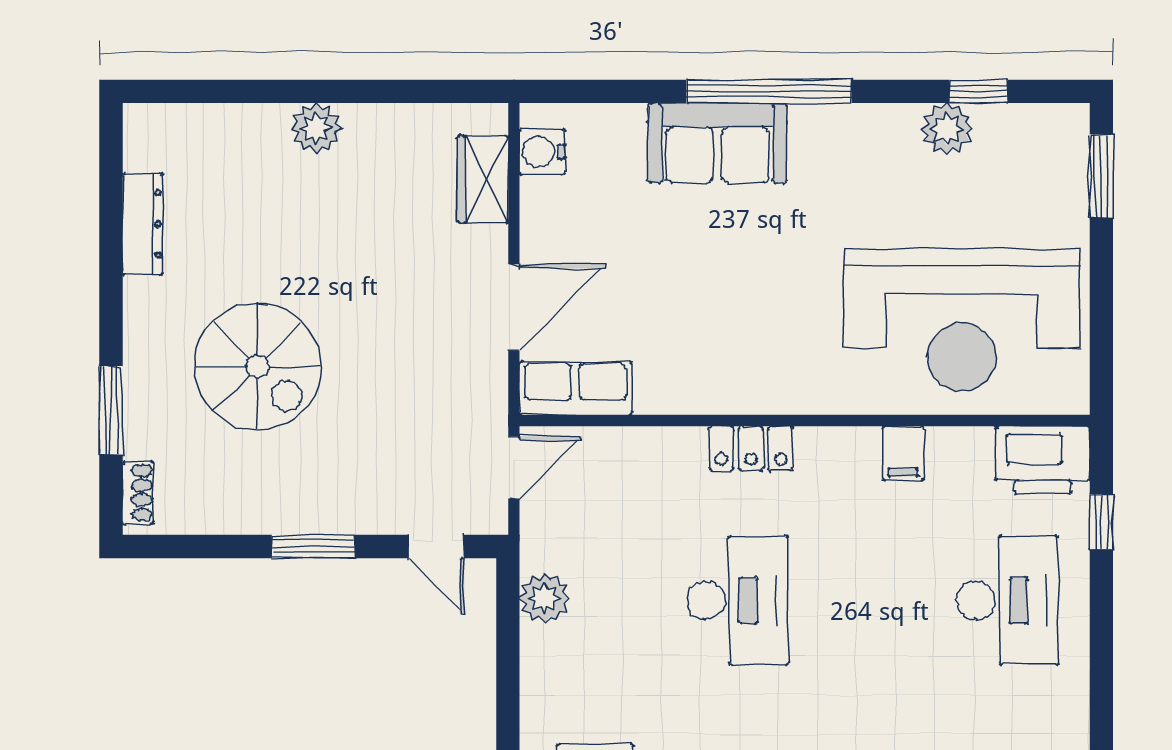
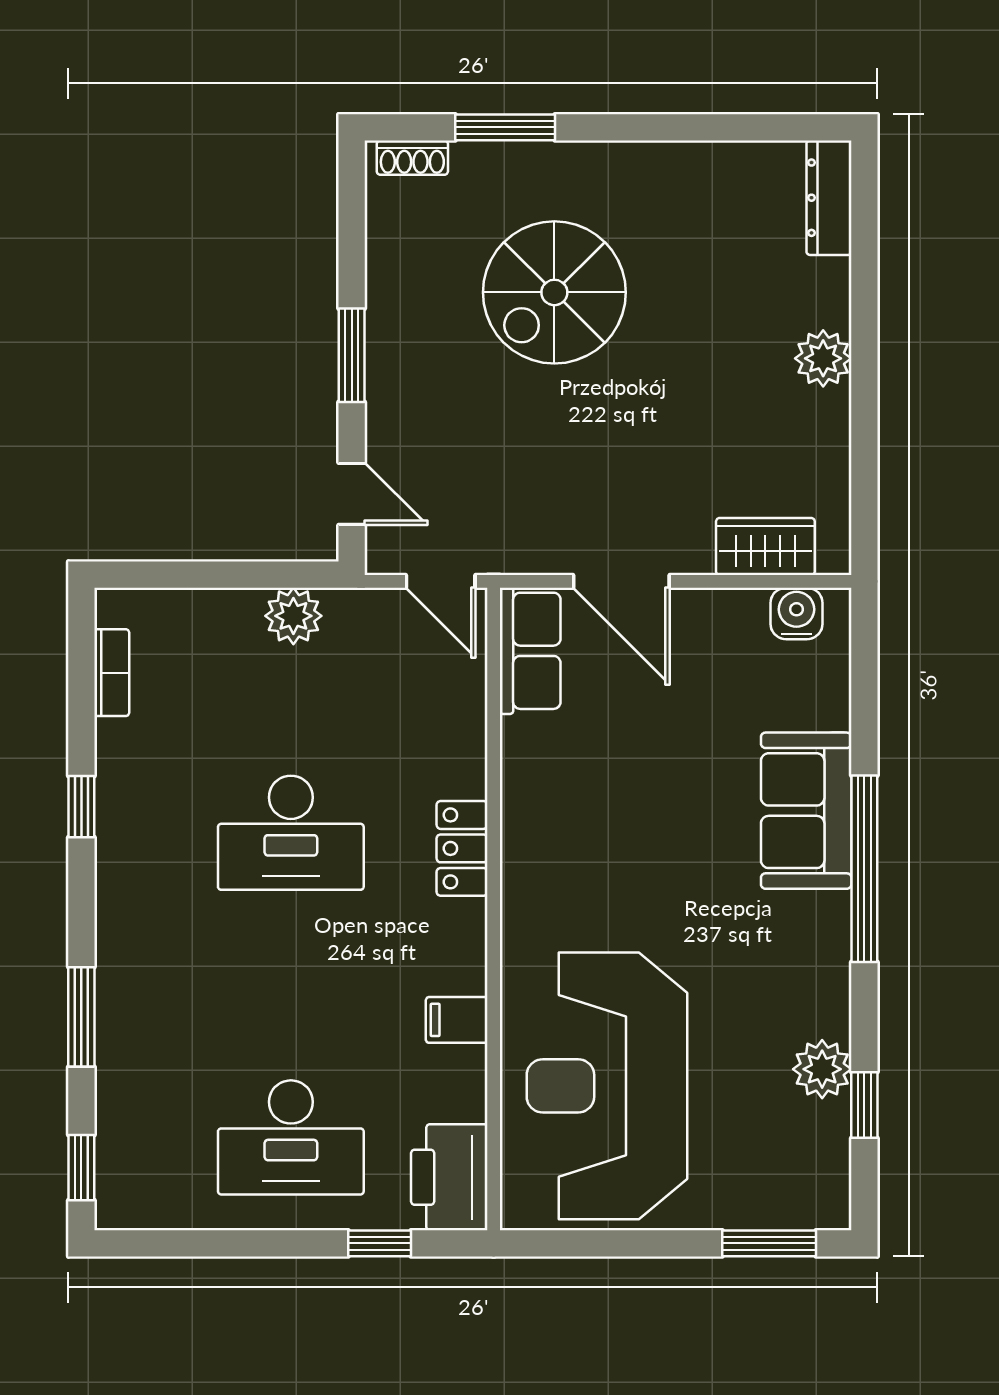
dresser: (142, 224) -> (829, 198), moved, turned 90
door: (436, 546) -> (352, 494), swing flipped

